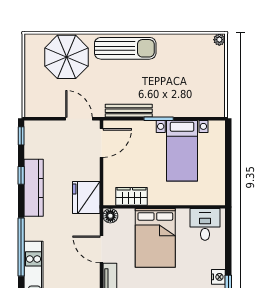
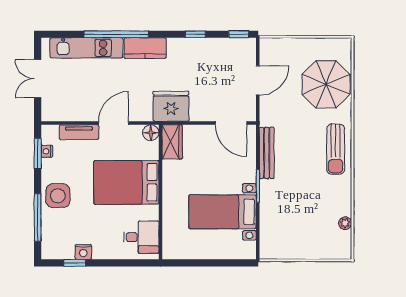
plant: (219, 40) -> (345, 223), moved
sun lounger: (125, 48) -> (336, 149), width x0.73, depth x0.75
door: (79, 119) -> (258, 80), moved
kitchen counter: (34, 188) -> (145, 48), moved, width x0.67
wardrobe: (131, 196) -> (172, 142), moved

